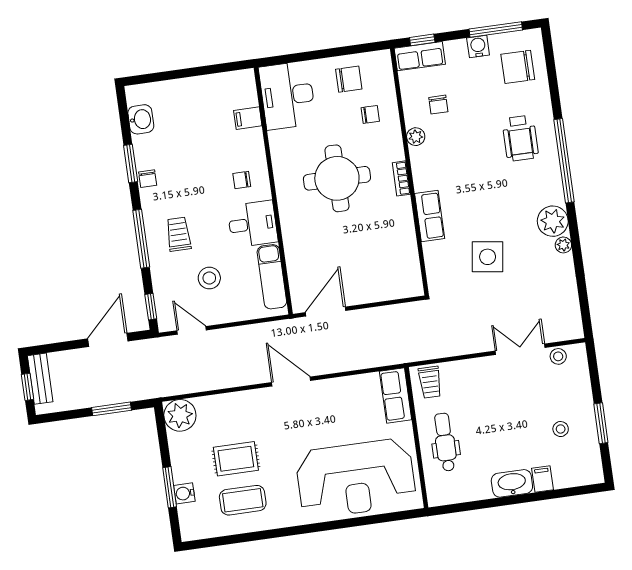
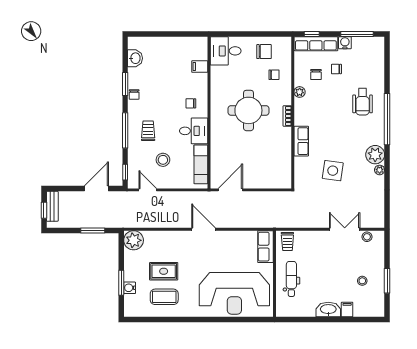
row of seats: (420, 56) -> (316, 44), width x1.48
chair: (518, 67) -> (336, 69), moved, width x0.54, depth x0.54
desk: (287, 95) -> (226, 51), width x0.73

